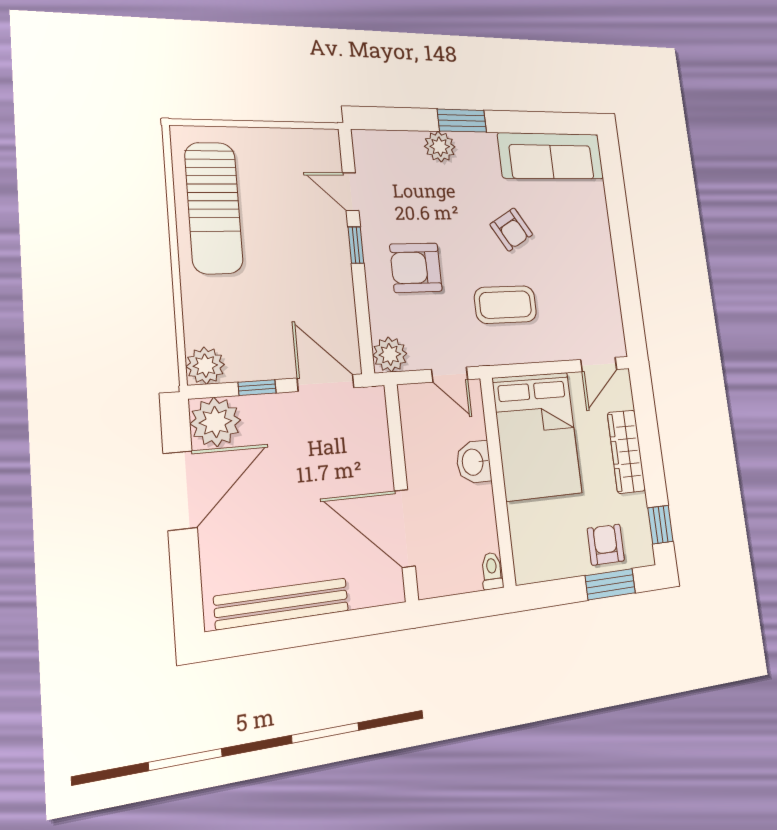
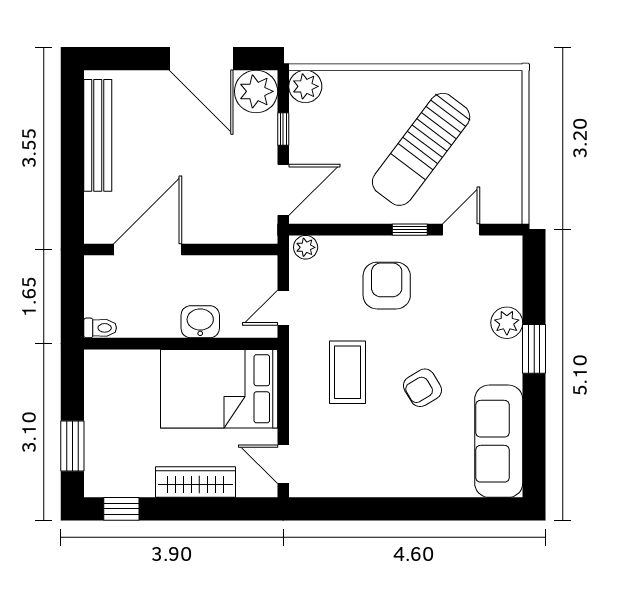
sun lounger: (214, 208) -> (421, 149), moved, turned -53
plant: (390, 354) -> (306, 247), width x0.73, depth x0.73
armchair: (606, 545) -> (110, 447), removed

